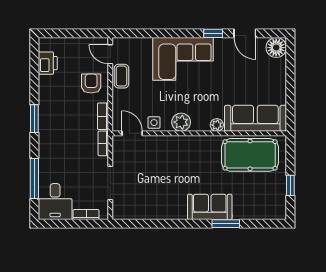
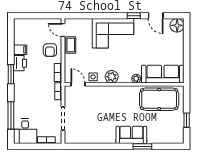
printer: (48, 63) -> (20, 63), moved
filing cabinet: (48, 83) -> (20, 50), added
armchair: (91, 84) -> (50, 50), turned 180

